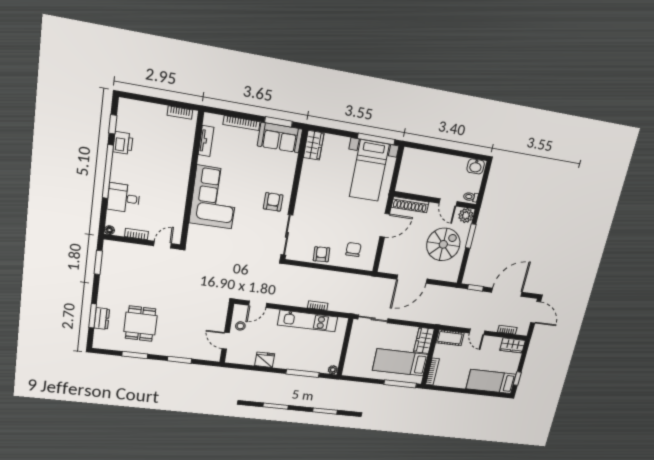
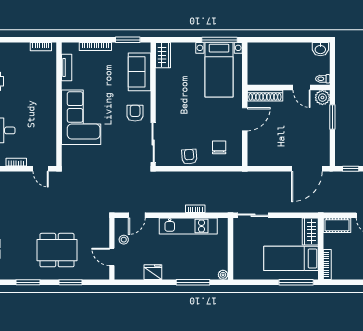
sofa: (280, 138) -> (140, 72), moved, turned 90
spiral stairs: (443, 244) -> (307, 129), removed
door: (163, 245) -> (41, 169), swing flipped
door: (412, 279) -> (307, 169), moved
dining table: (141, 324) -> (57, 250), moved, width x1.37

